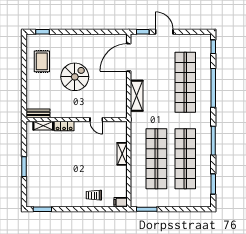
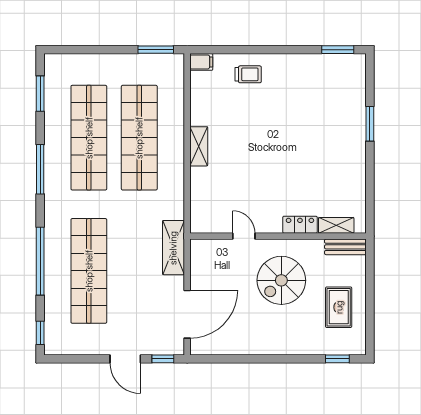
bench: (38, 113) -> (345, 247), moved
wall: (77, 119) -> (278, 236), moved
door: (96, 119) -> (244, 236), moved
shelving: (43, 126) -> (336, 225), moved
locker: (64, 126) -> (300, 225), moved

